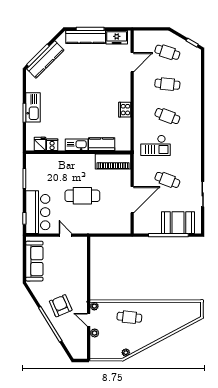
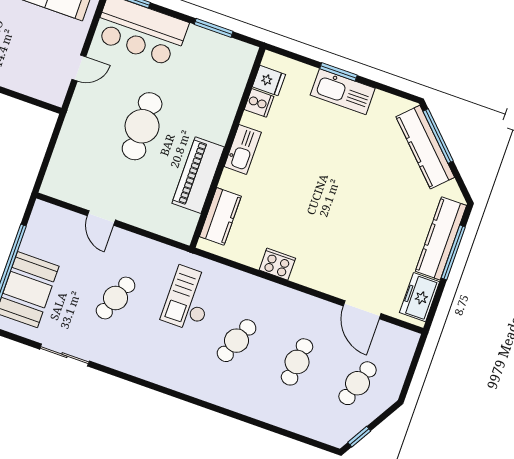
kitchen counter: (102, 144) -> (220, 216), moved
piano: (113, 161) -> (198, 175), moved
door: (132, 200) -> (101, 218), width x0.53

